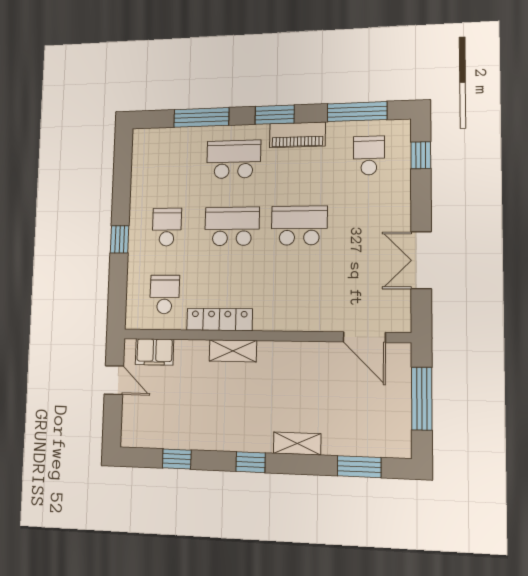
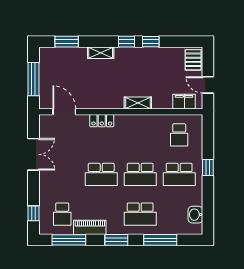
piano: (297, 135) -> (90, 227), moved
washbasin: (143, 161) -> (195, 215), added
school desk: (167, 227) -> (179, 174), width x1.85
locker: (219, 320) -> (102, 121), moved, width x0.66
pallet: (137, 425) -> (193, 60), added
window: (177, 459) -> (151, 42), moved

